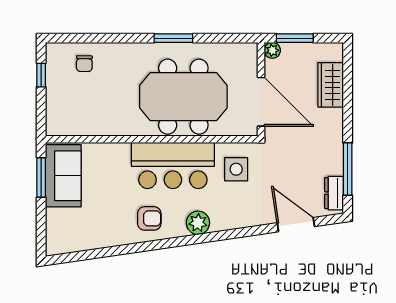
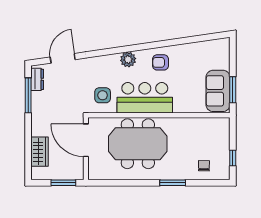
window: (173, 38) -> (173, 183), moved
plant: (272, 50) -> (78, 175), removed
door: (296, 225) -> (63, 58), swing flipped

